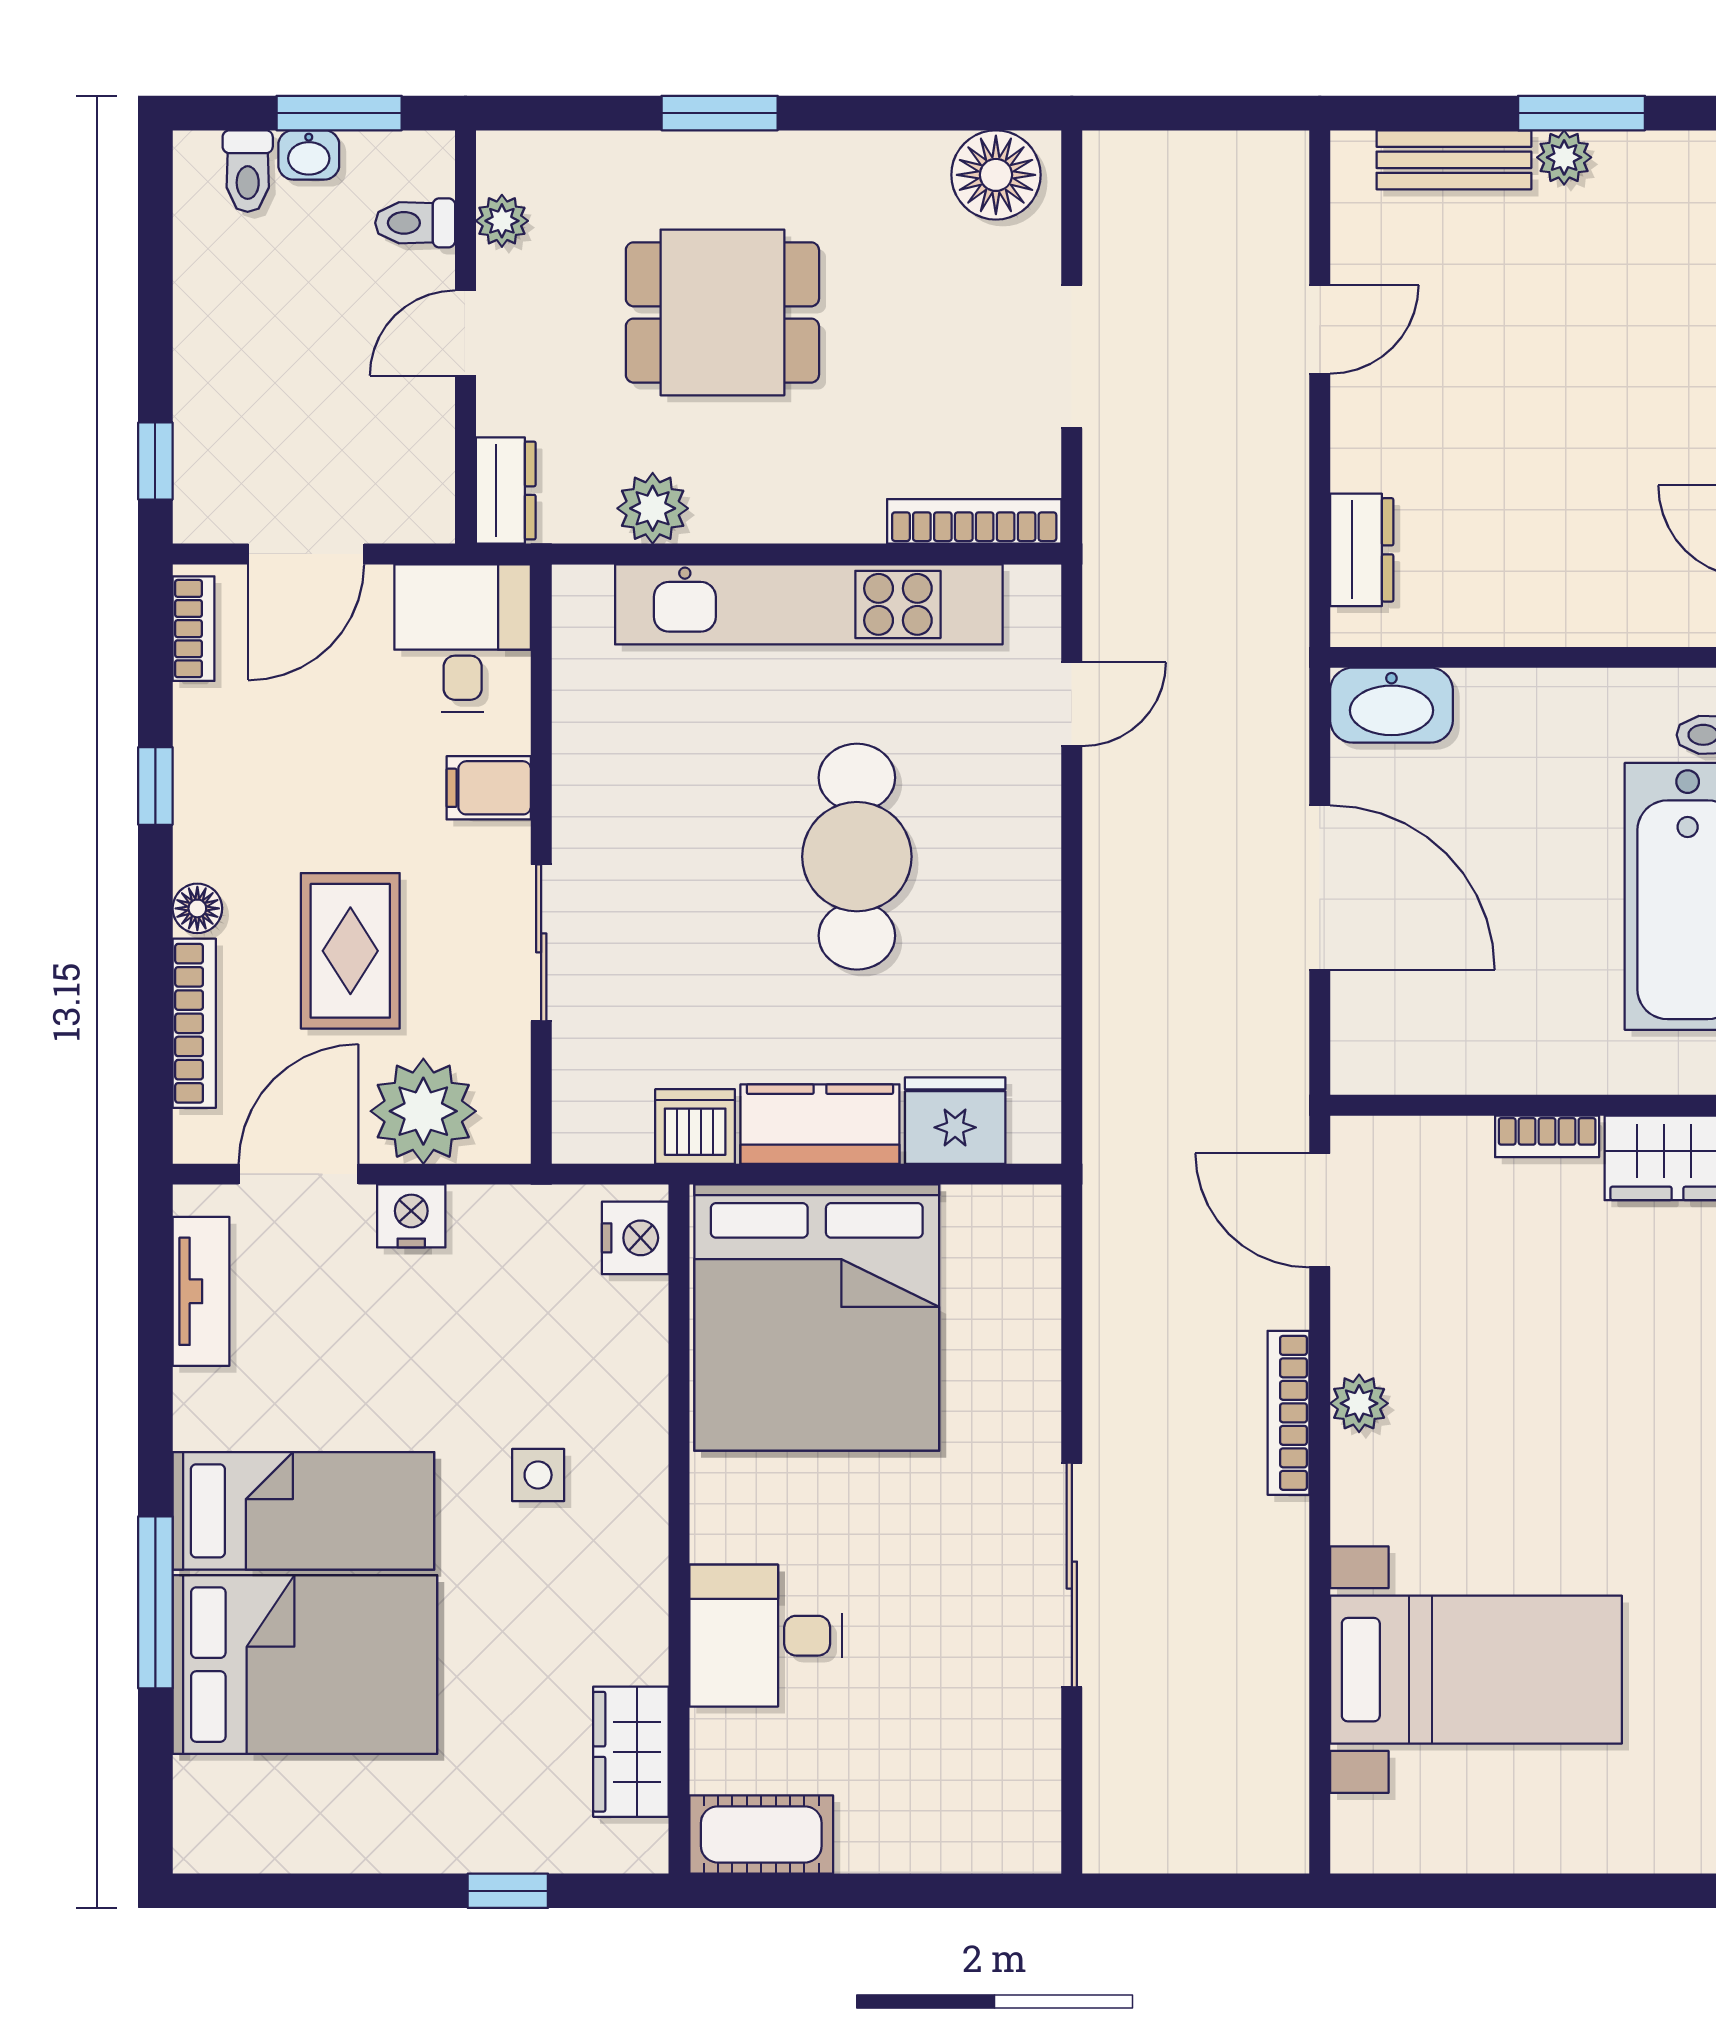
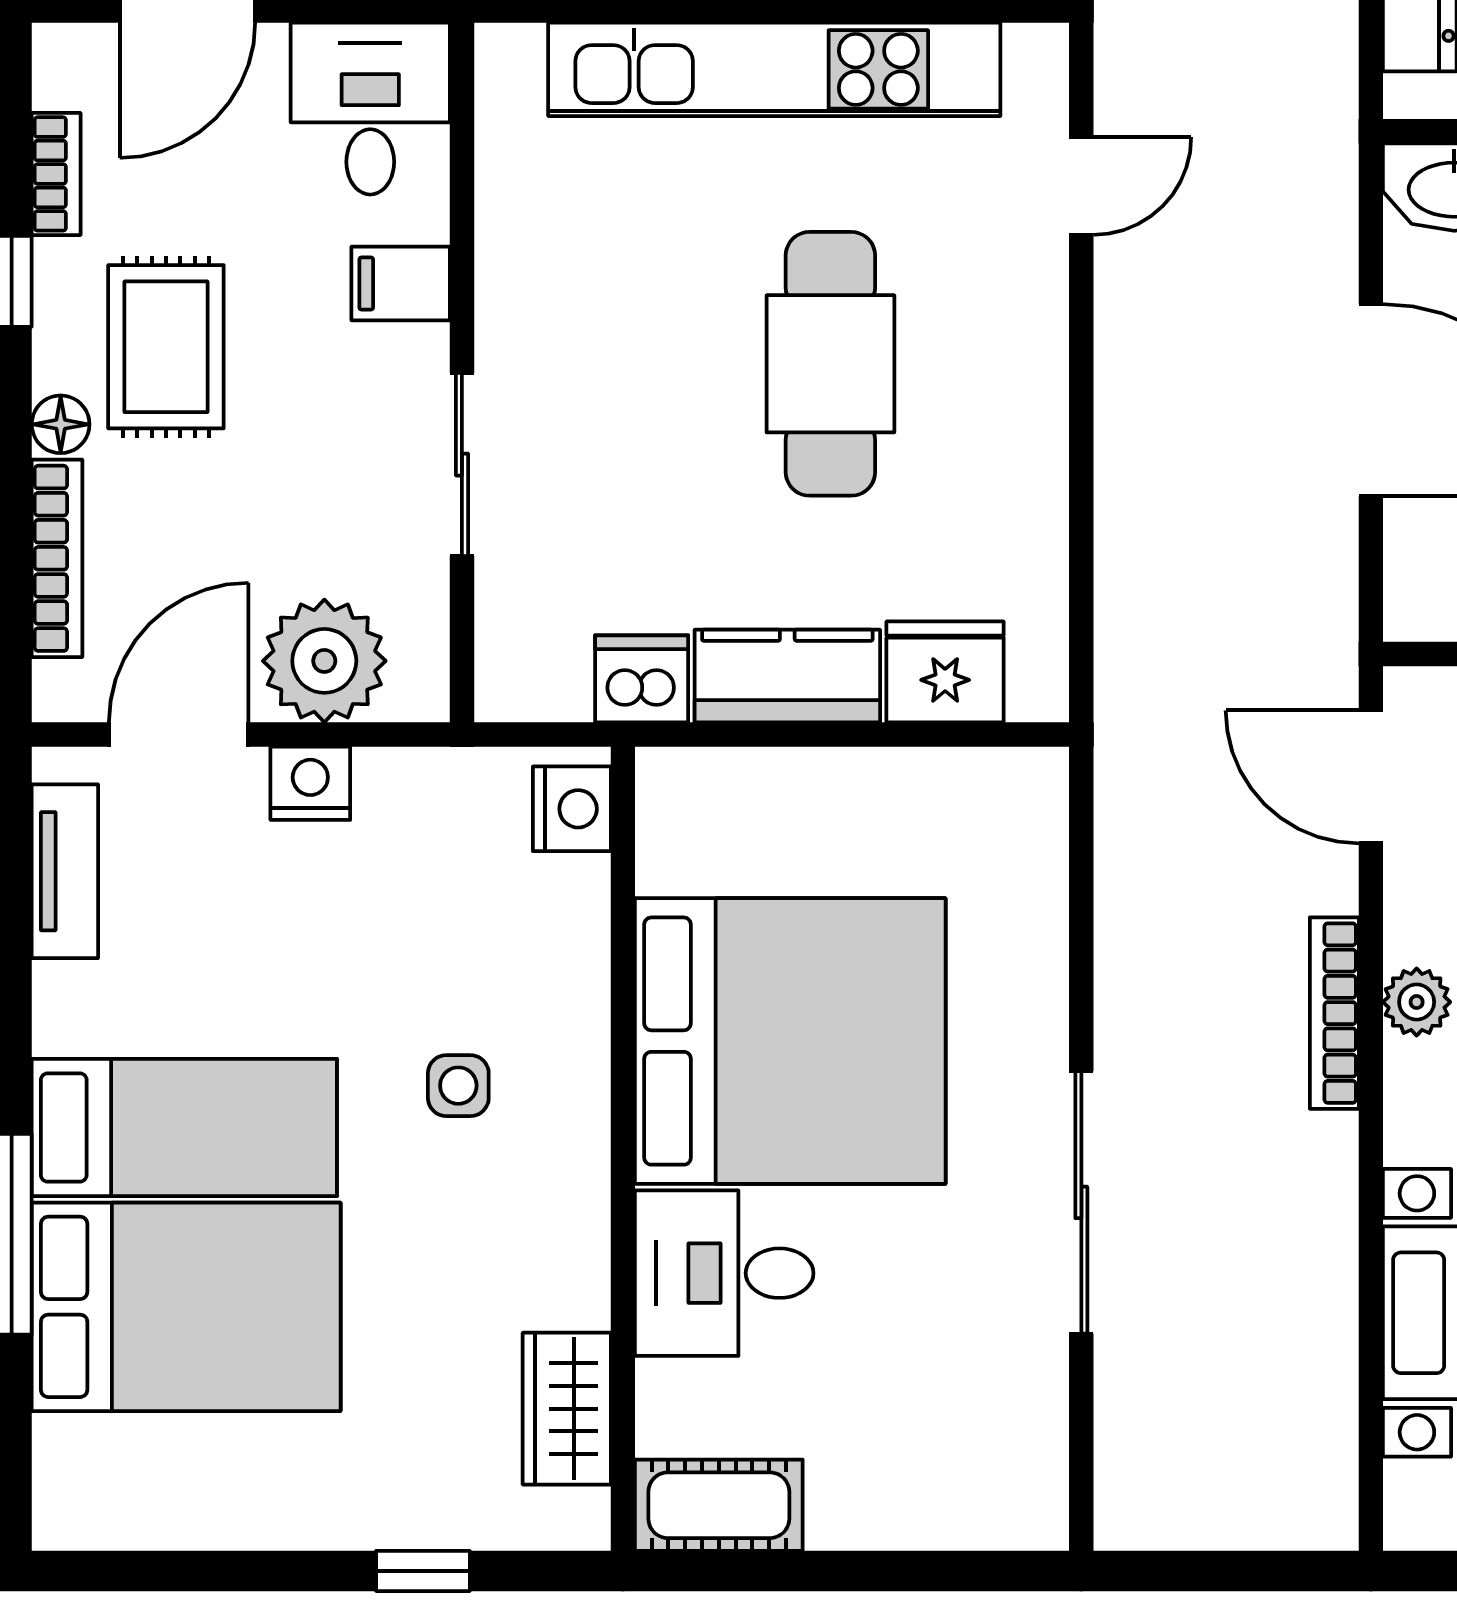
bookcase: (194, 629) -> (56, 174), moved
rug: (350, 951) -> (166, 347), moved
bed: (817, 1318) -> (790, 1041), moved, turned -90

